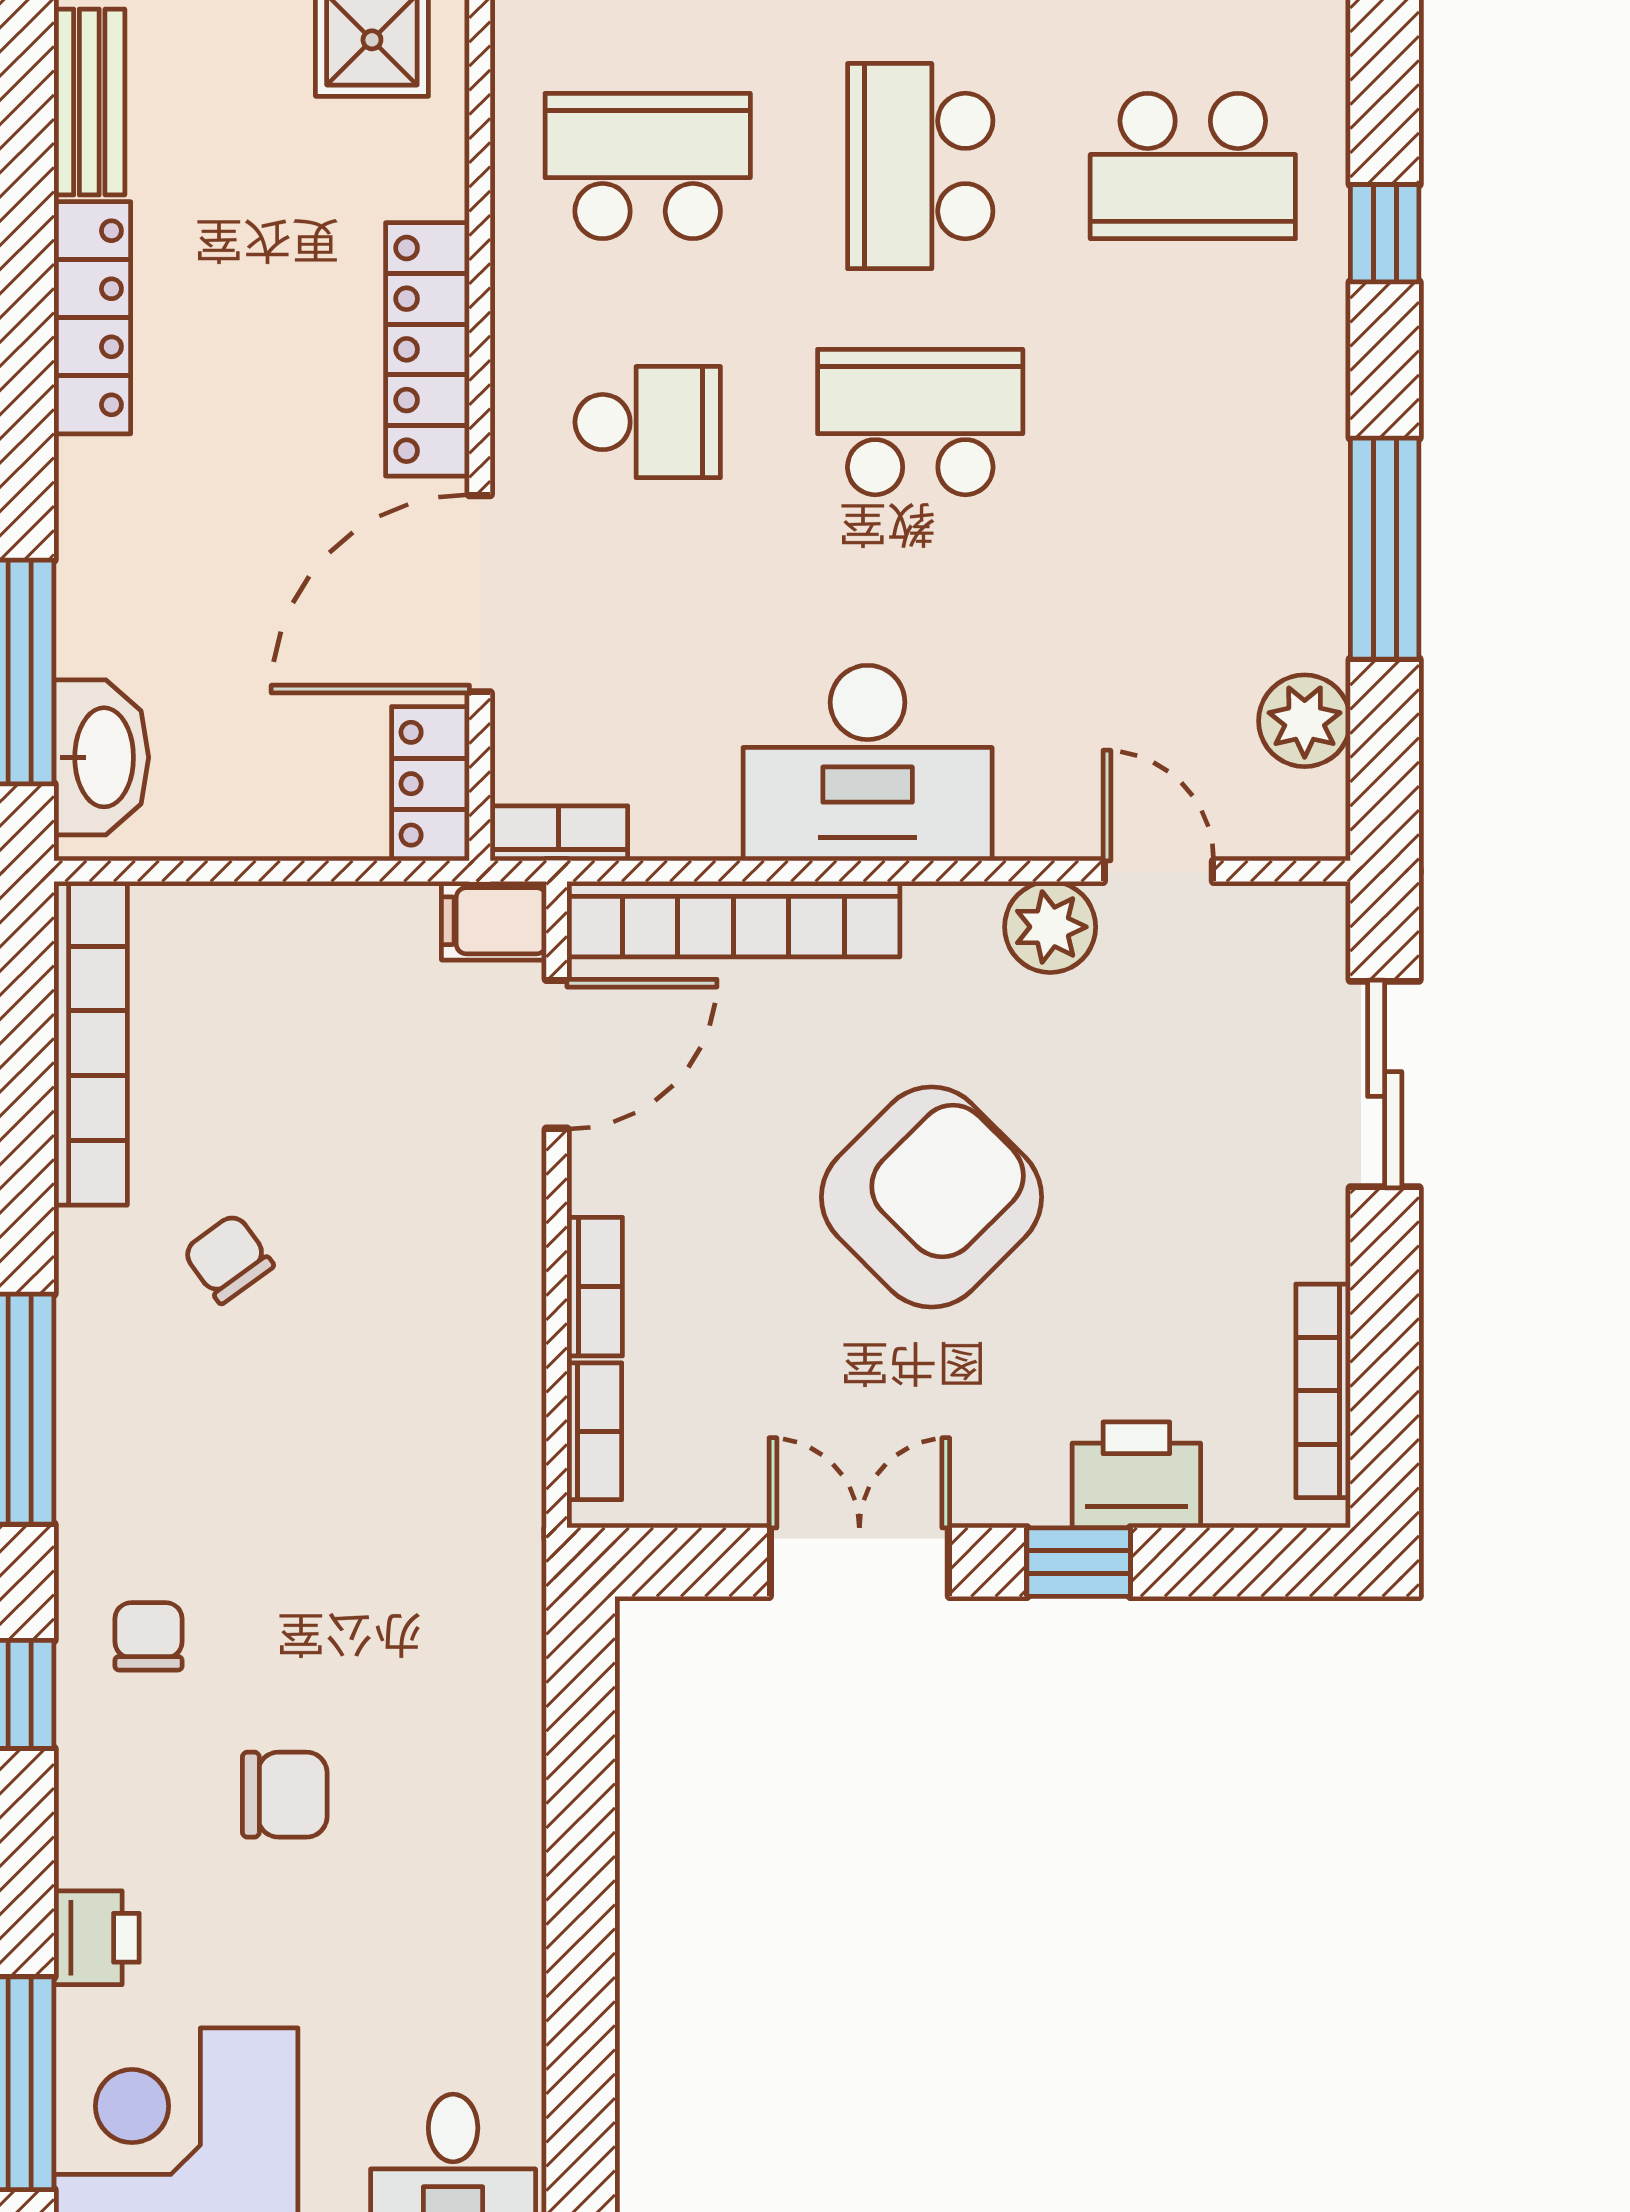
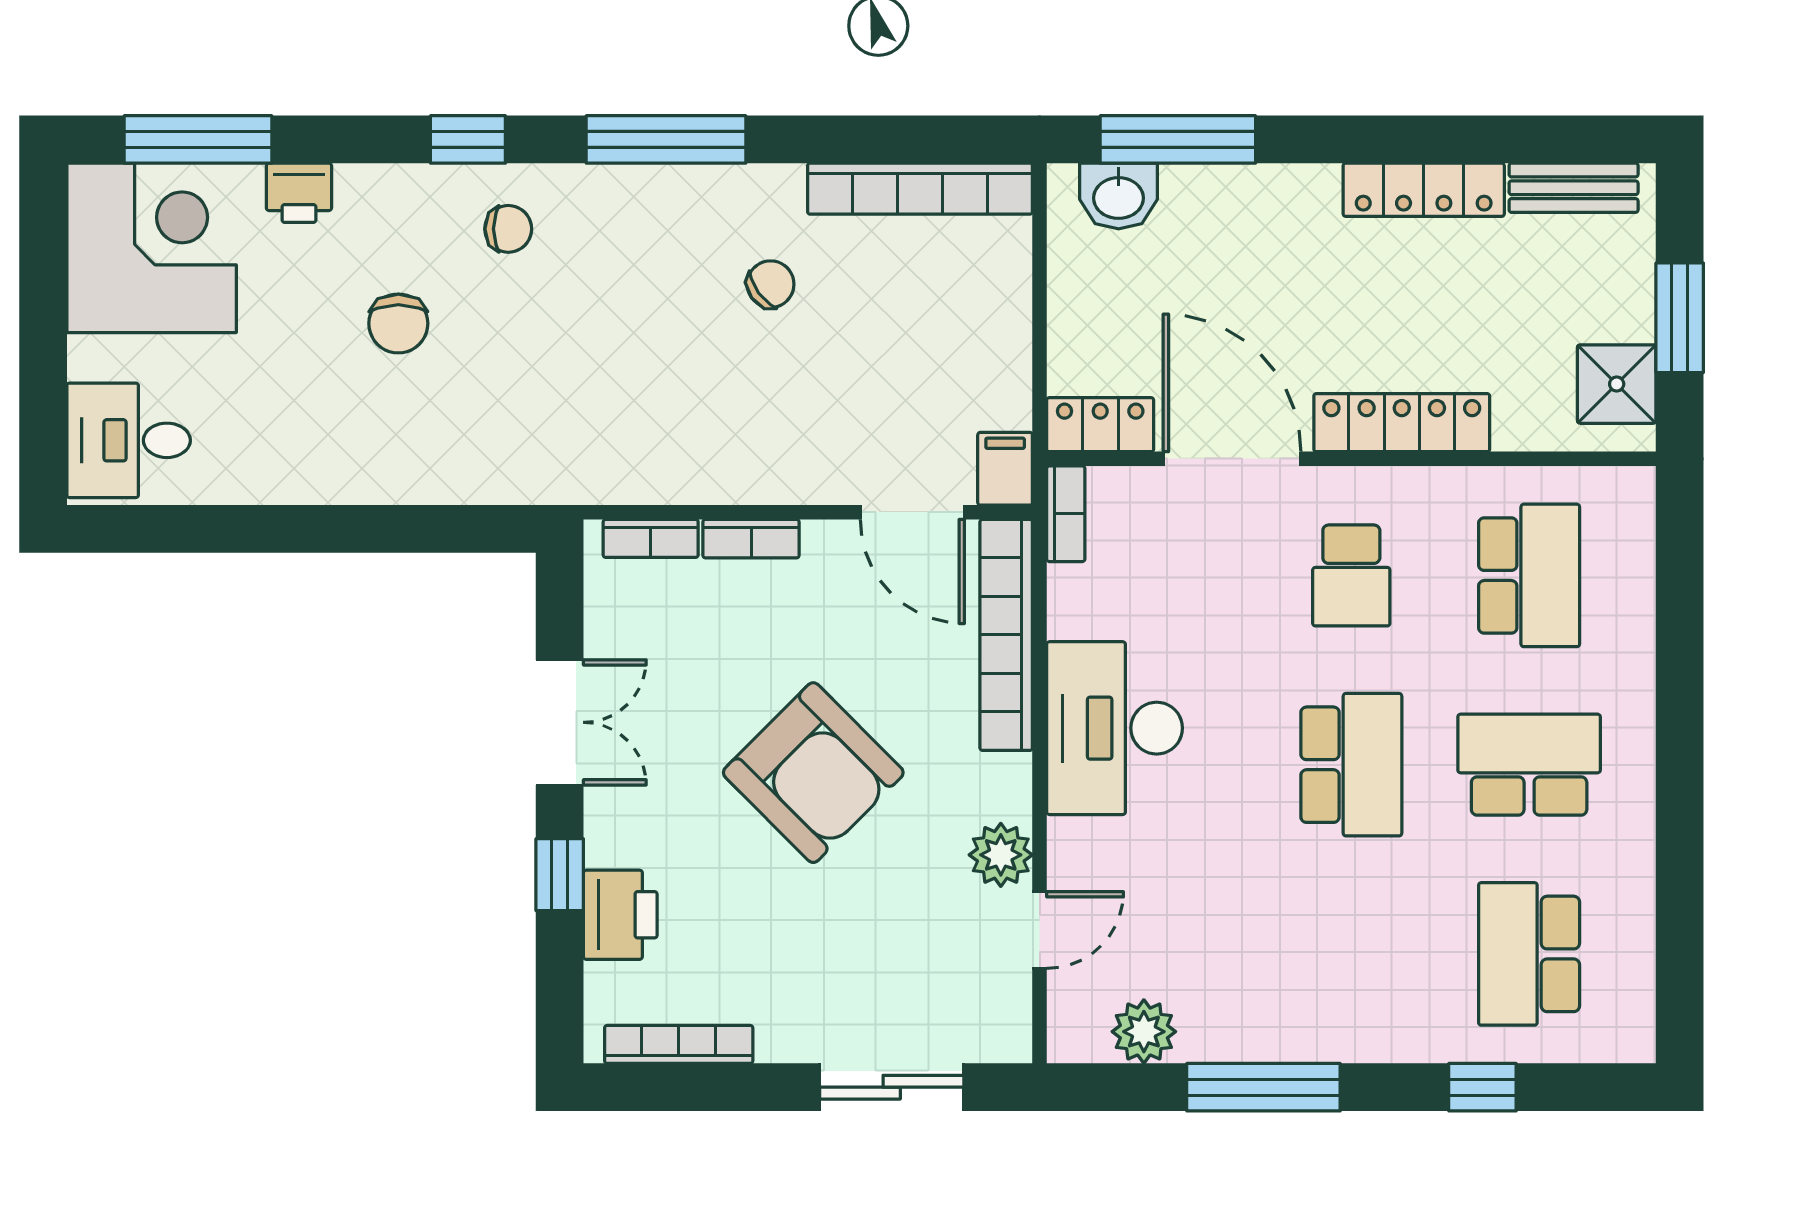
washbasin: (101, 757) -> (1119, 196), width x0.72

